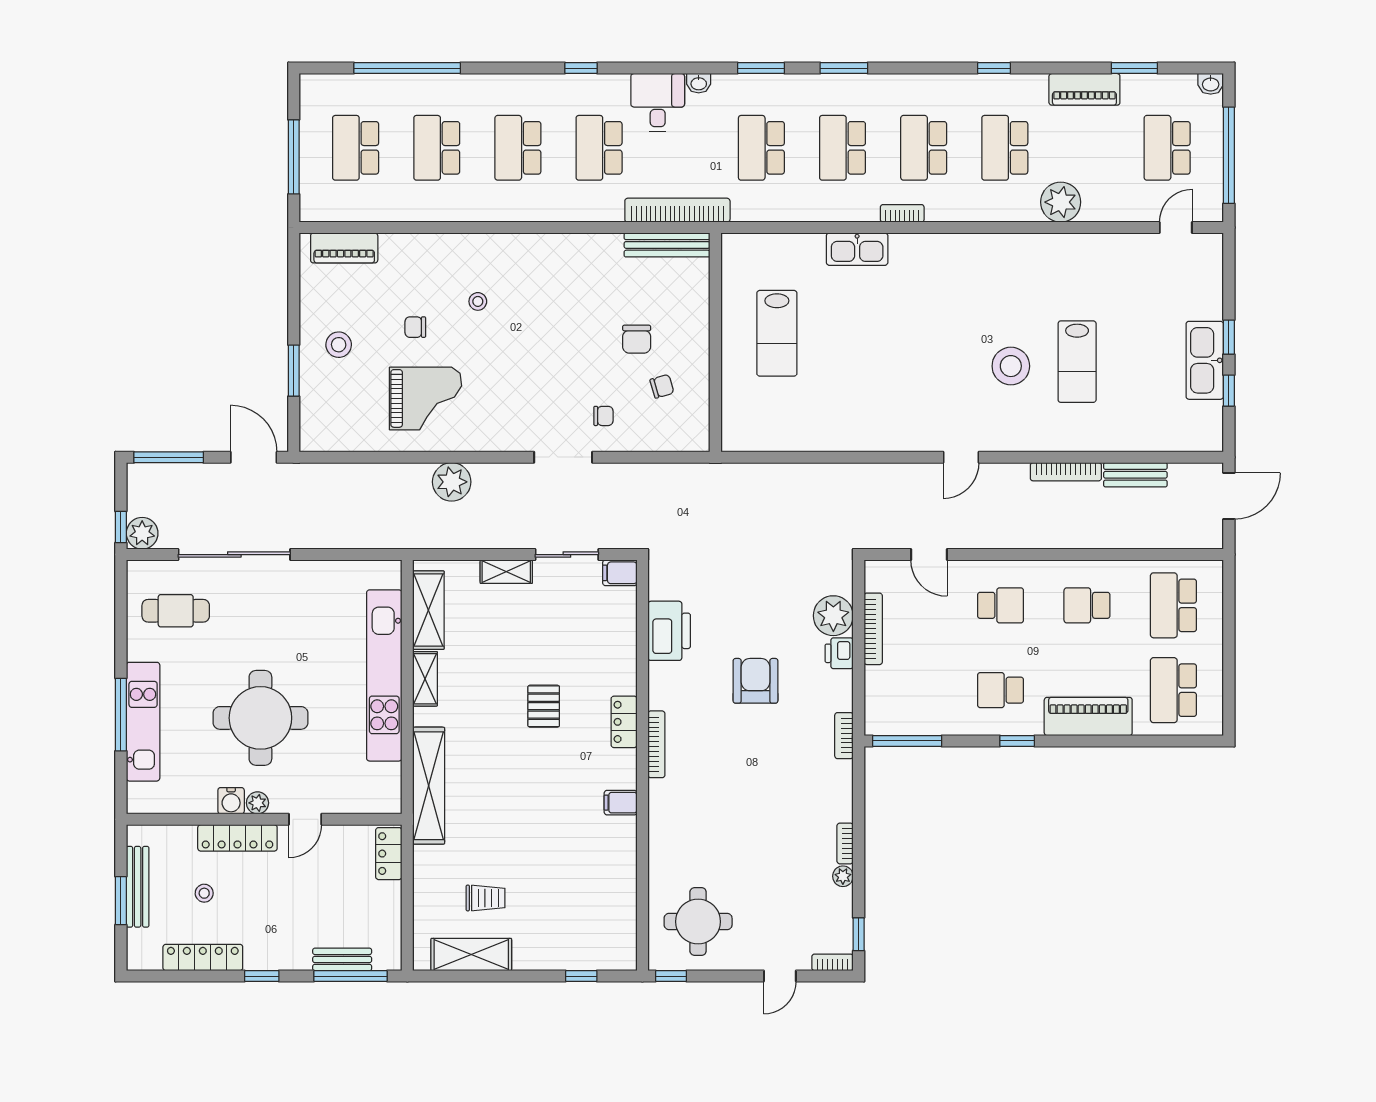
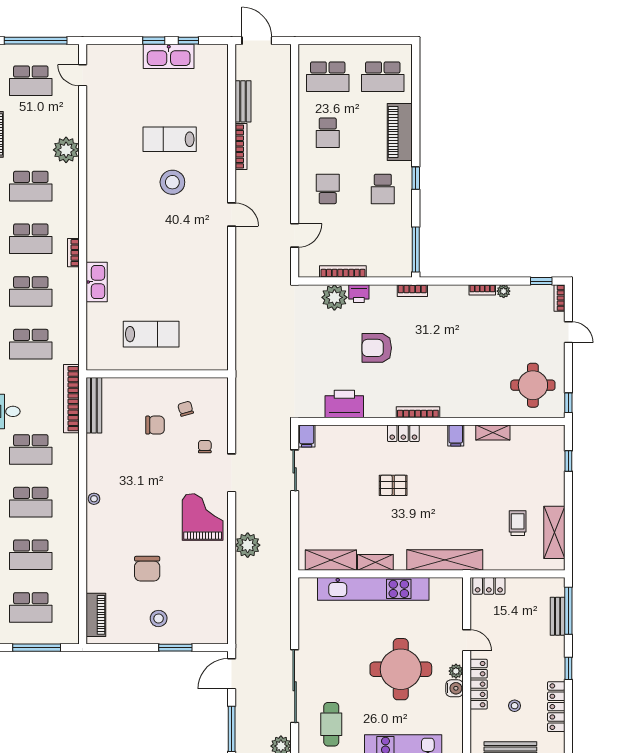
stool: (478, 301) -> (94, 499), moved
chair: (415, 327) -> (147, 569), width x1.87, depth x1.87
lab bench: (1077, 362) -> (170, 139), turned 180
grand piano: (426, 398) -> (203, 517), moved
shelving: (506, 572) -> (493, 432), moved, turned 90

